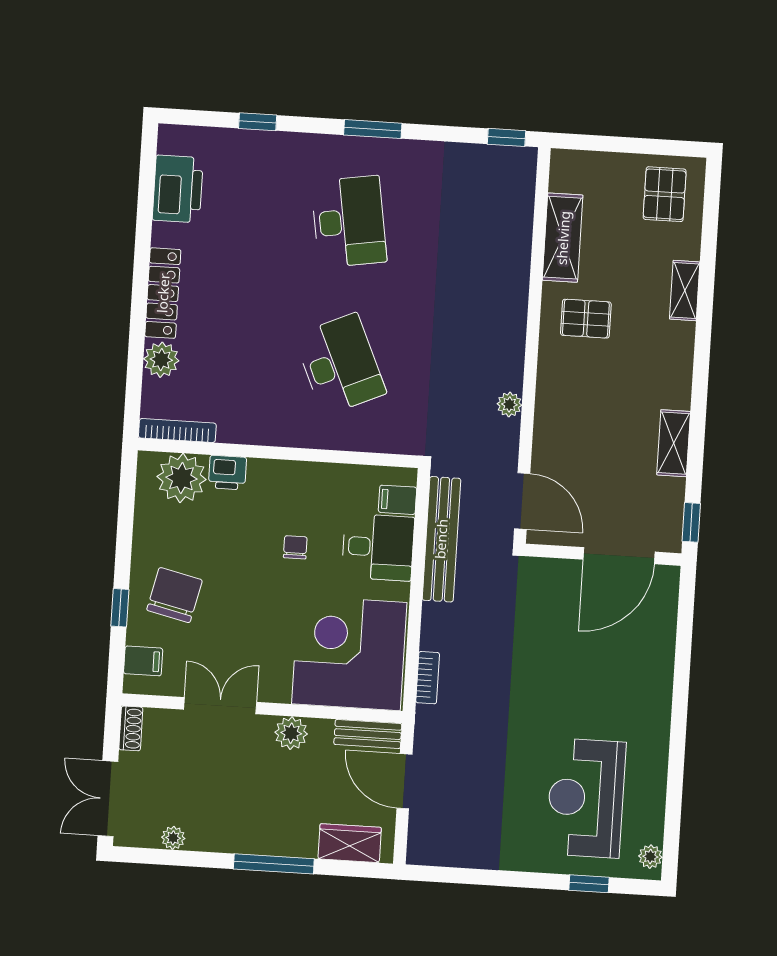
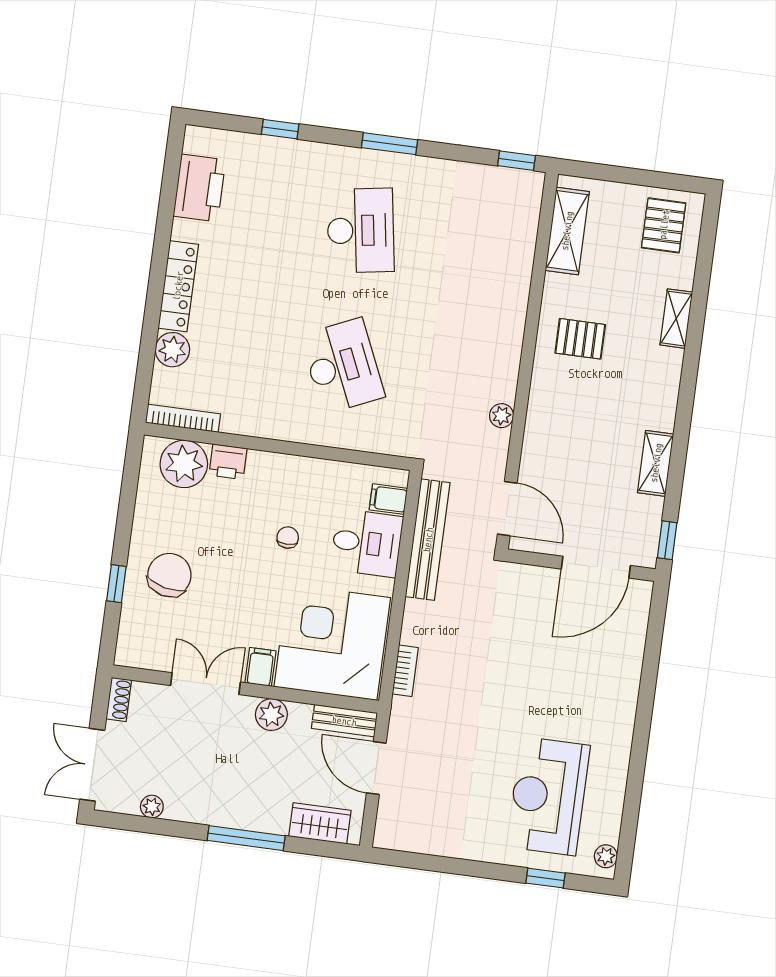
shelving: (563, 238) -> (567, 231), moved
filing cabinet: (143, 661) -> (261, 667), moved, turned -90

